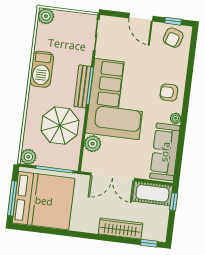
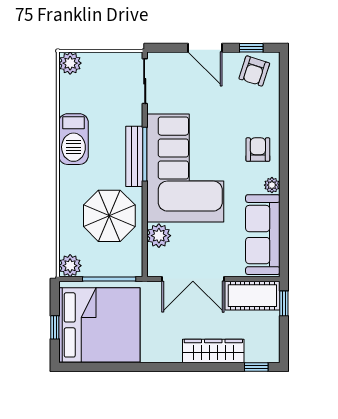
armchair: (169, 92) -> (258, 150), turned 90
window: (12, 198) -> (55, 327), width x0.46

